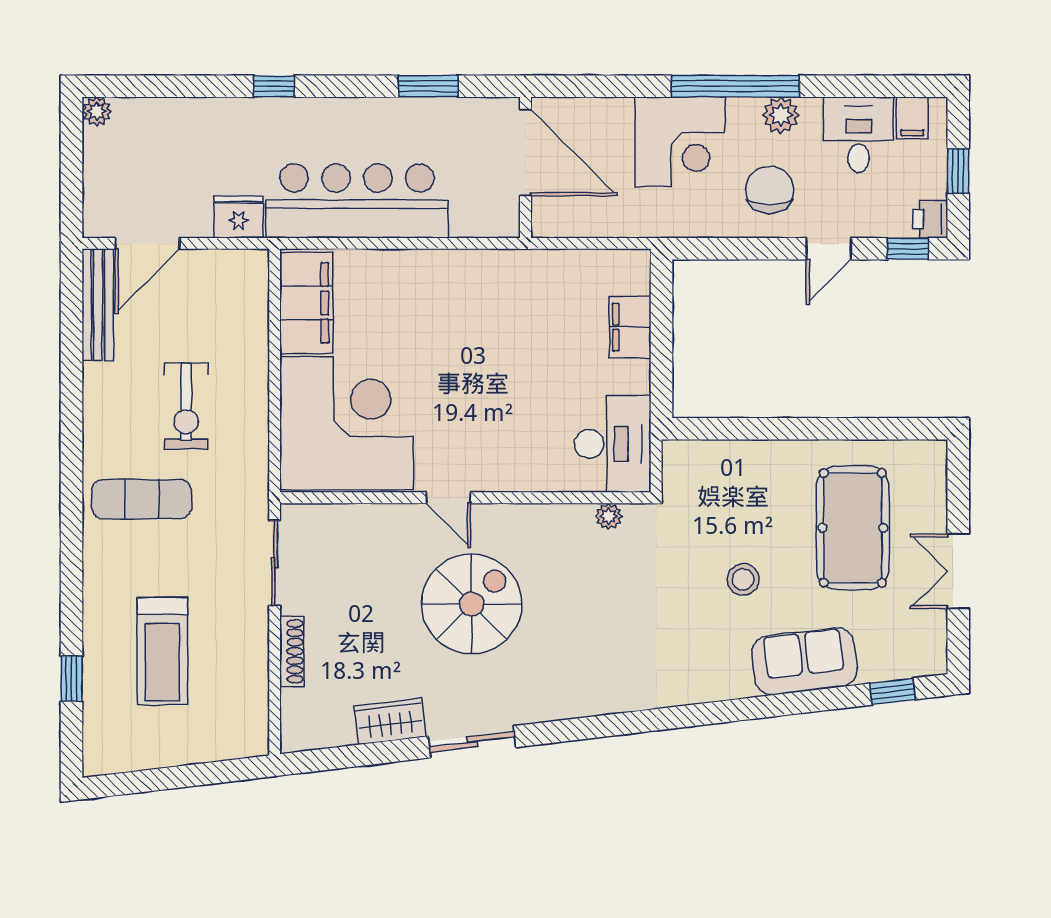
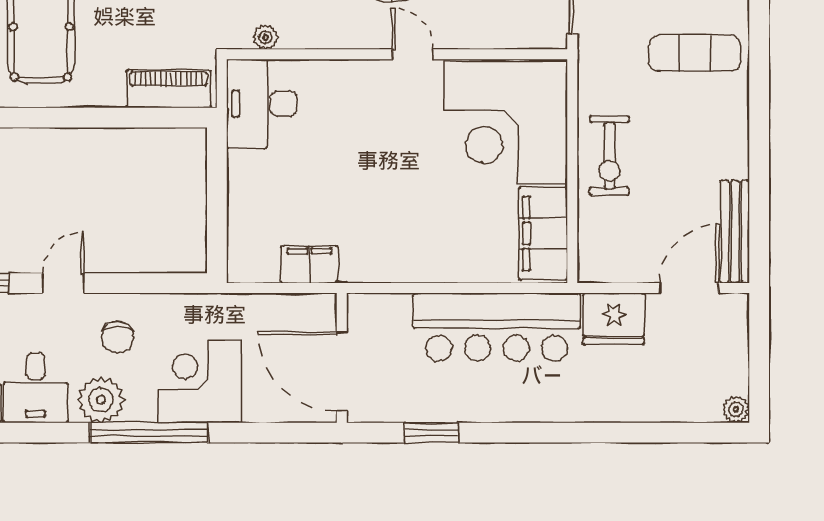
window: (274, 86) -> (573, 433), removed
plant: (781, 115) -> (101, 400), width x1.36, depth x1.36
chair: (770, 190) -> (117, 337), width x0.73, depth x0.73
fridge: (239, 217) -> (614, 319), width x1.36, depth x1.34
filing cabinet: (630, 327) -> (309, 264), moved, turned -90
exercise bike: (186, 406) -> (609, 156), moved, turned 180
piano: (714, 460) -> (169, 89), added

